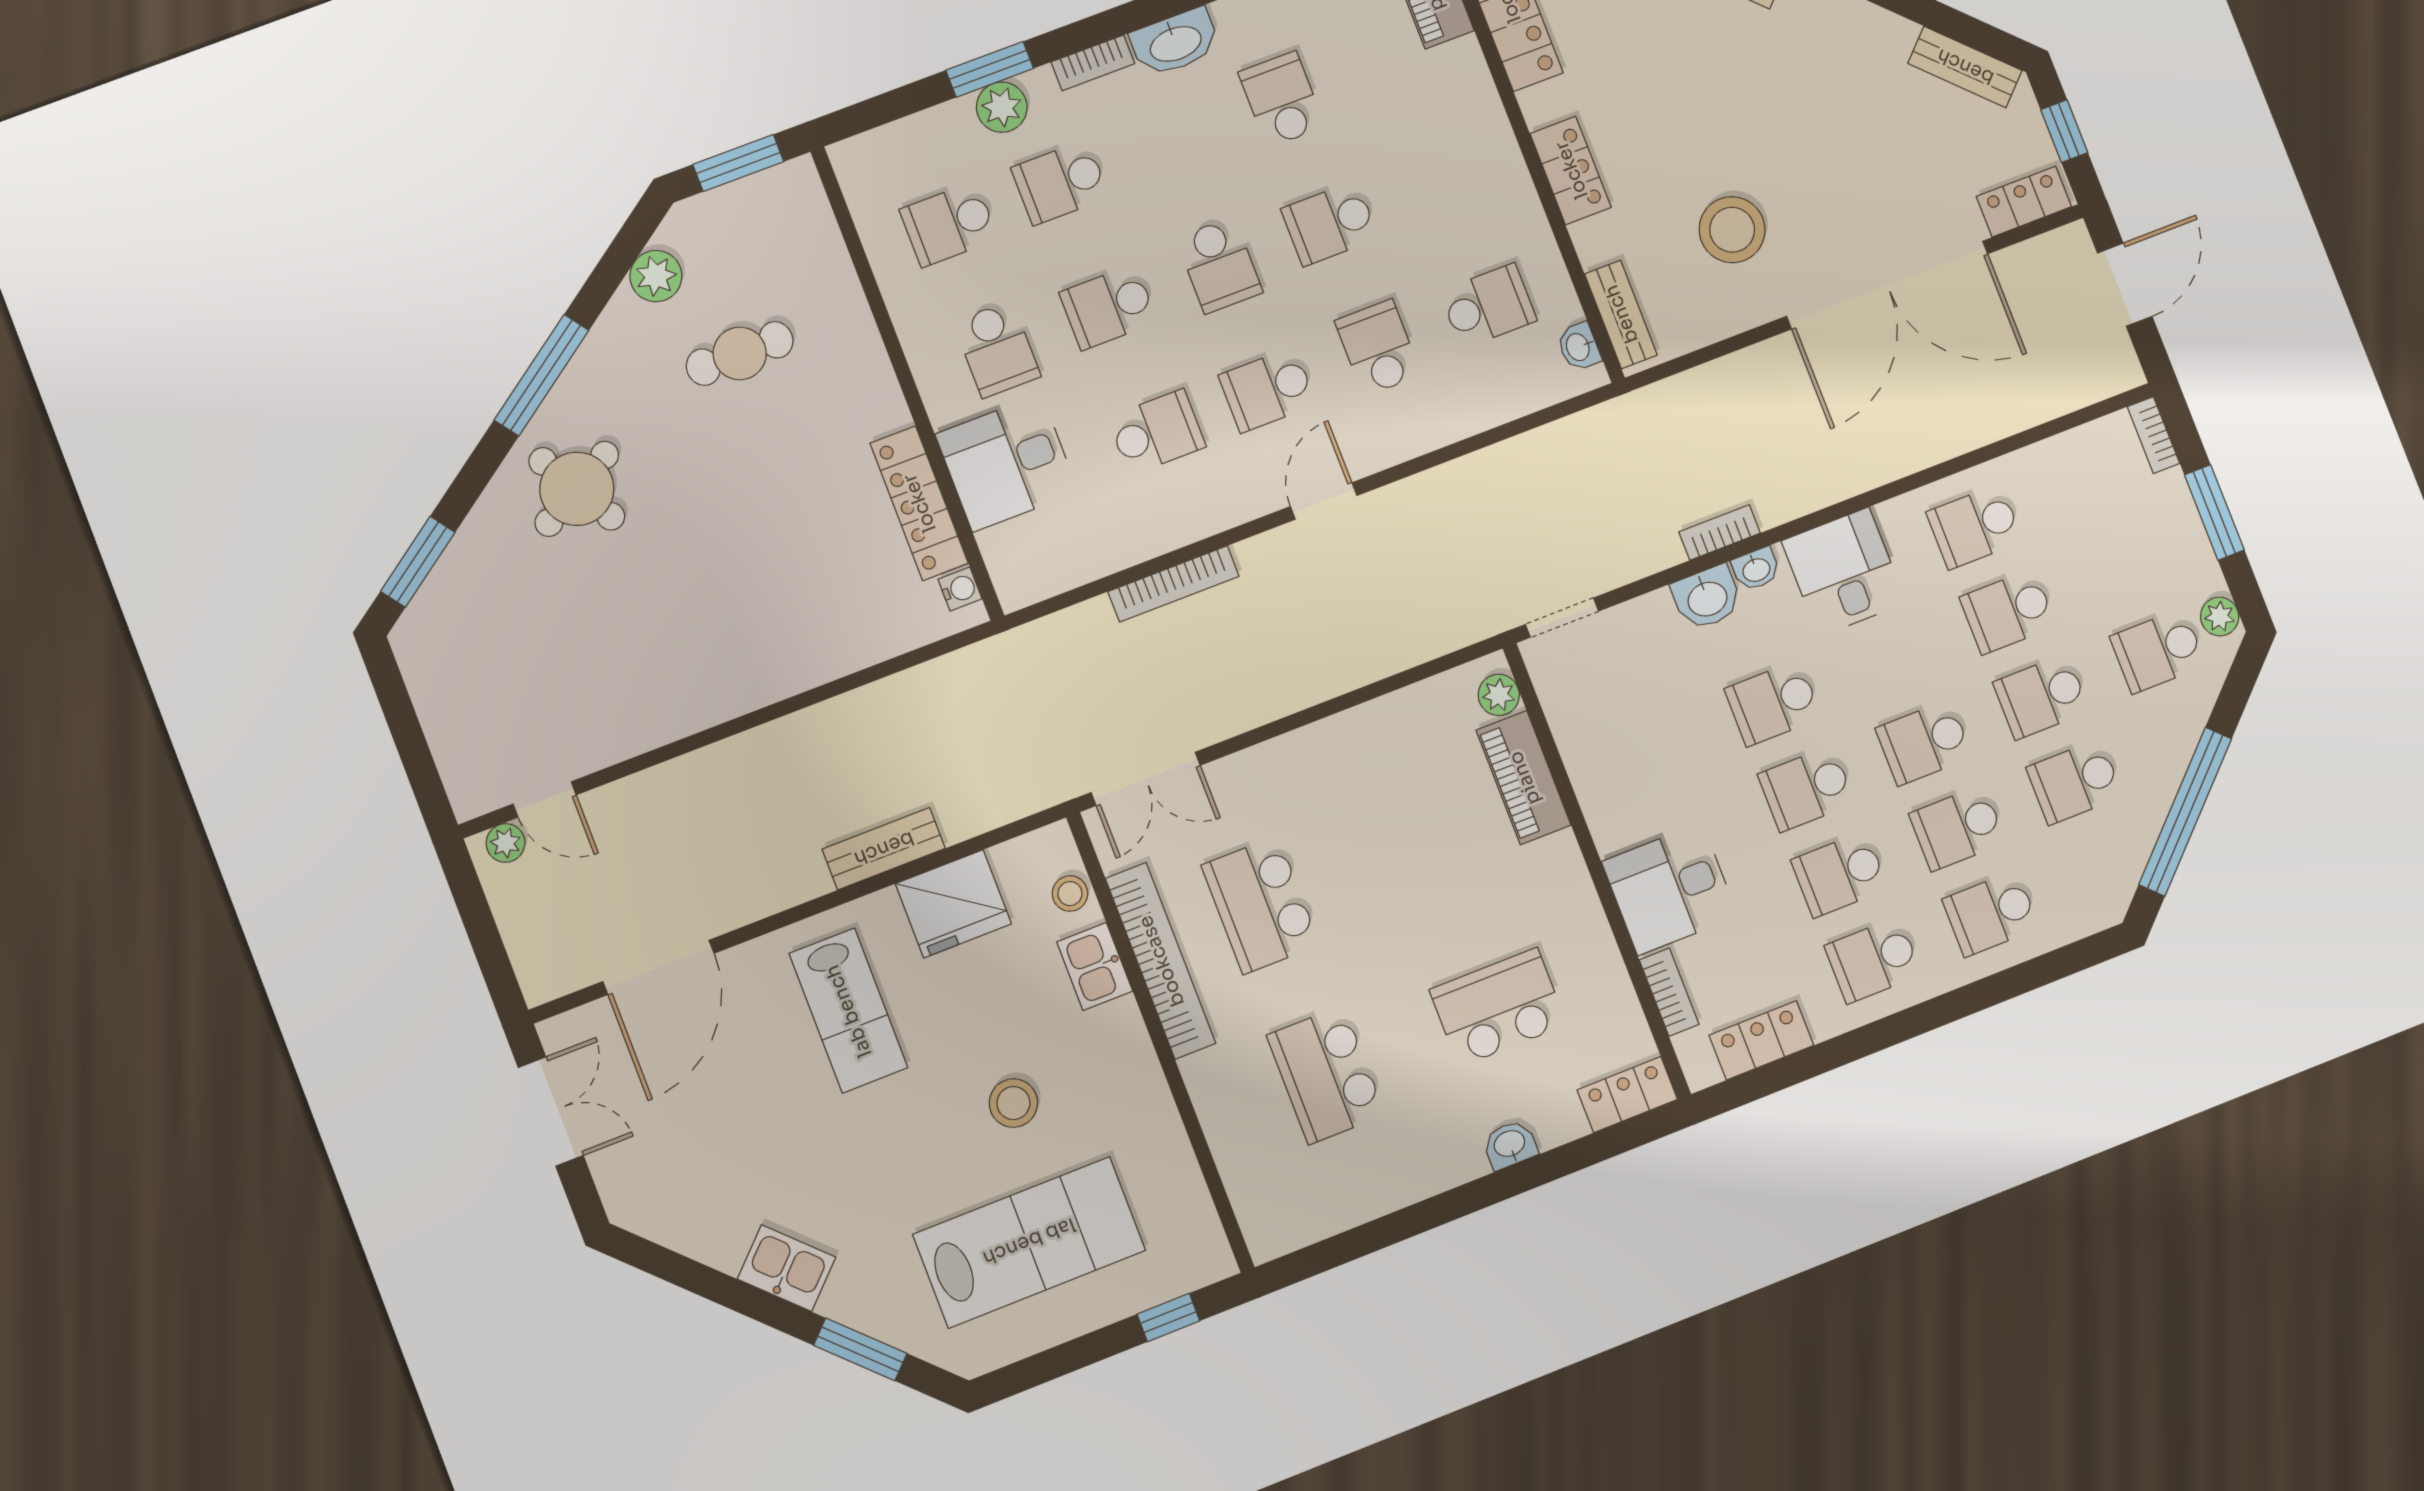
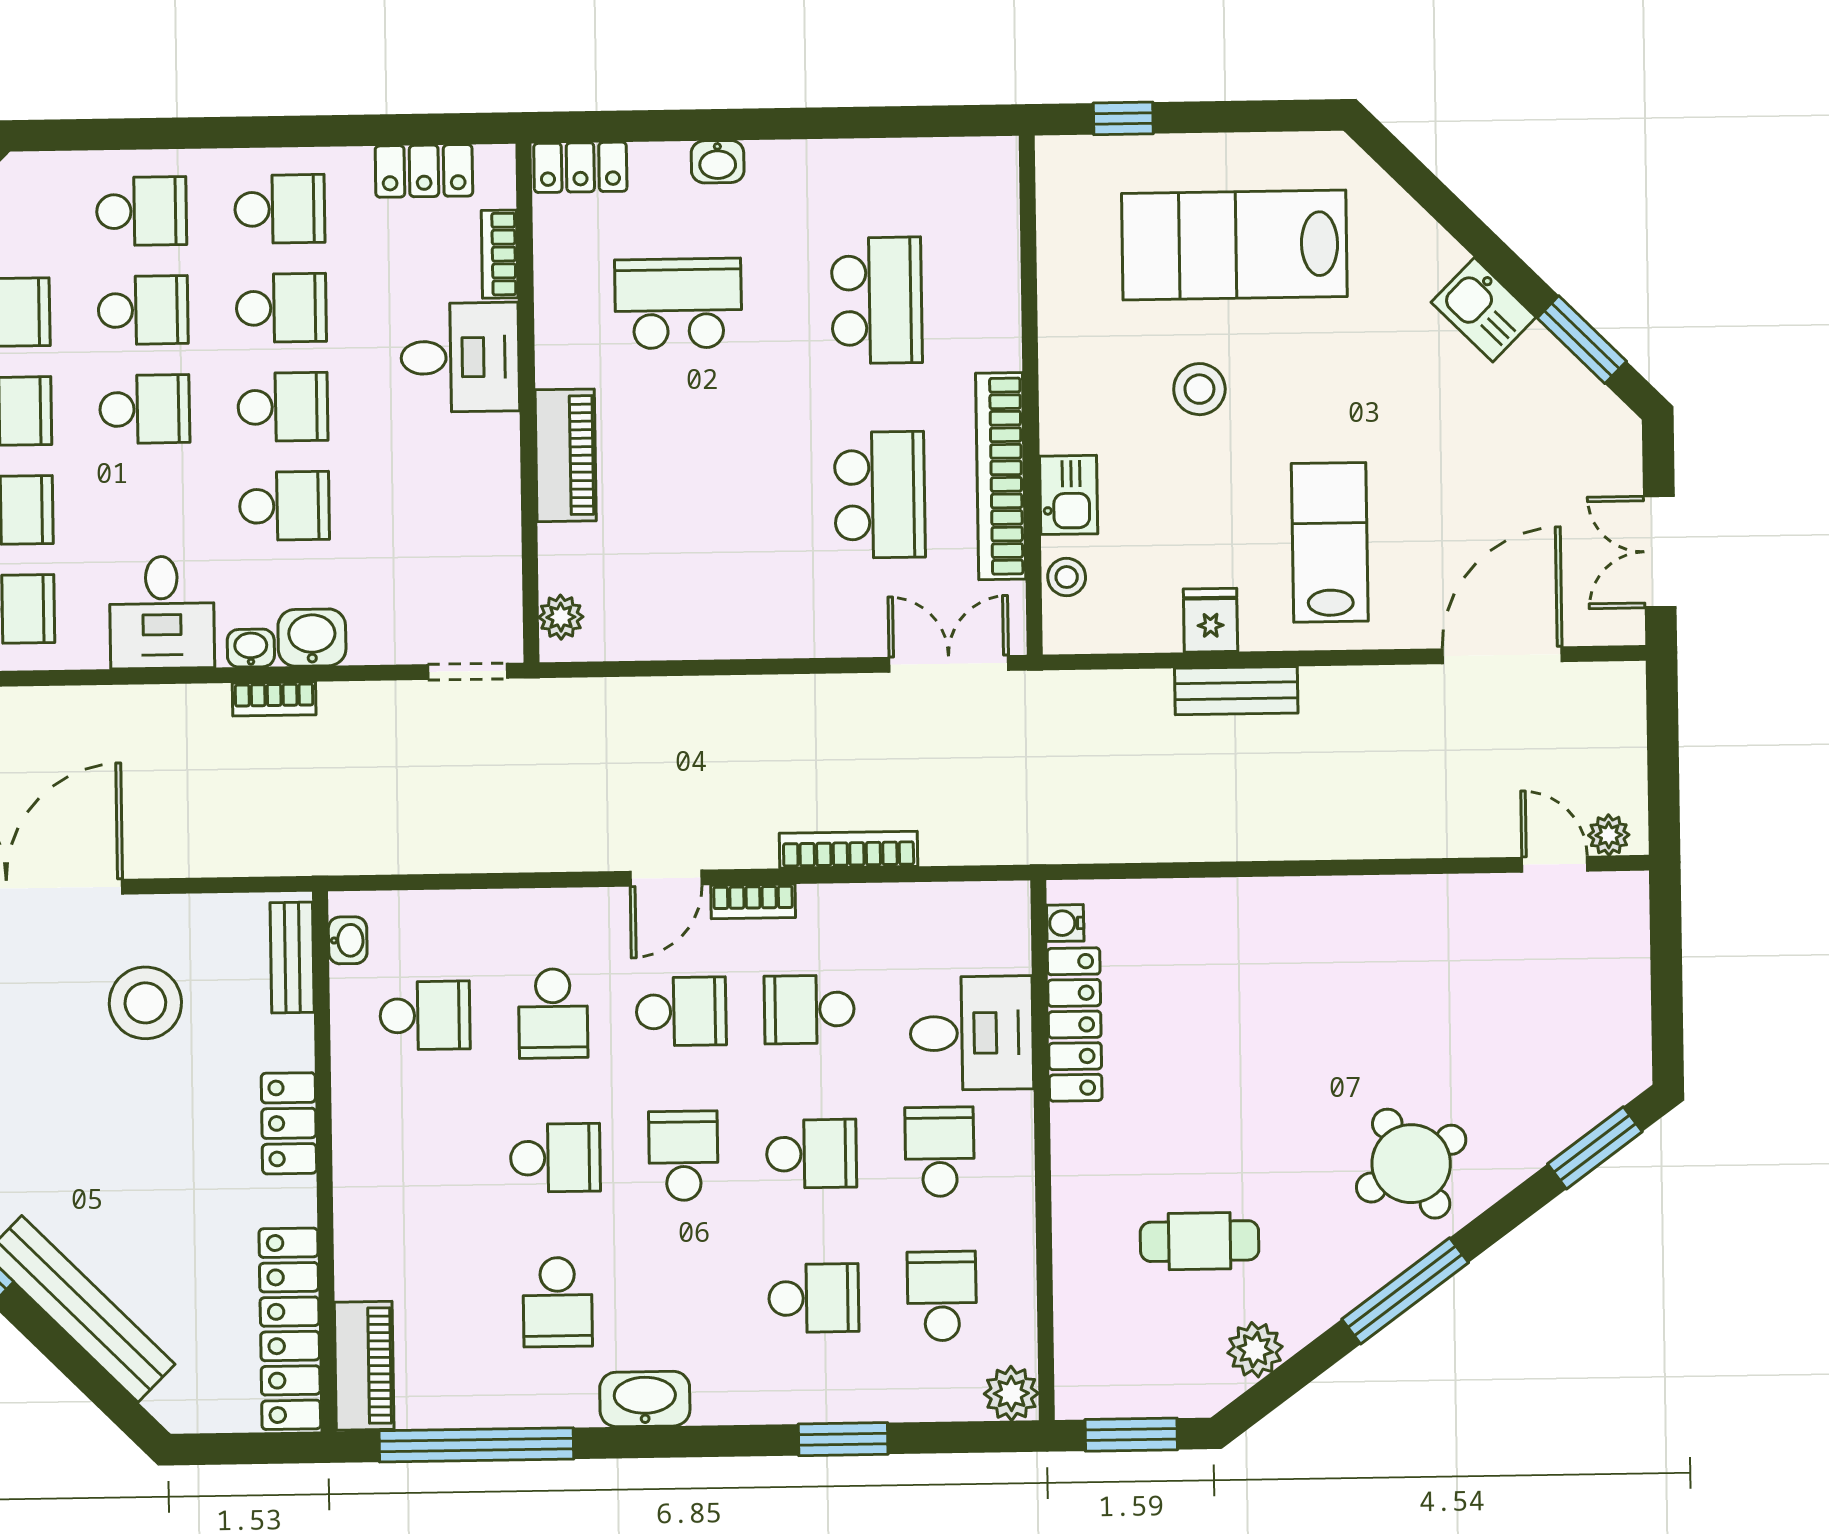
bookcase: (1093, 63) -> (753, 901), moved, turned 180
plant: (1002, 107) -> (1011, 1393), moved
school desk: (949, 224) -> (942, 1296), turned -90
school desk: (1488, 306) -> (425, 1015), turned 180
piano: (1524, 778) -> (566, 455), moved
fridge: (953, 904) -> (1211, 620), width x0.53, depth x0.75
school desk: (1498, 1007) -> (678, 303), turned 180
window: (860, 1349) -> (1582, 340), moved

